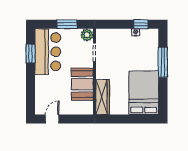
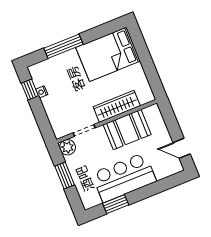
bar counter: (48, 52) -> (124, 177), moved
wardrobe: (103, 97) -> (117, 106), moved

